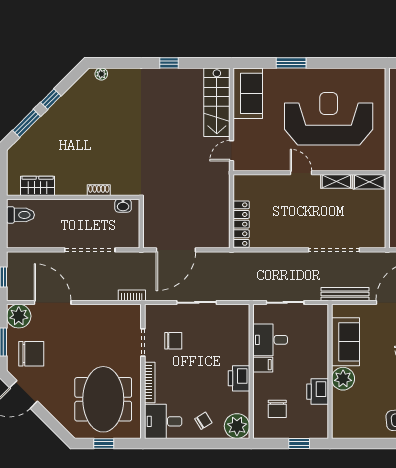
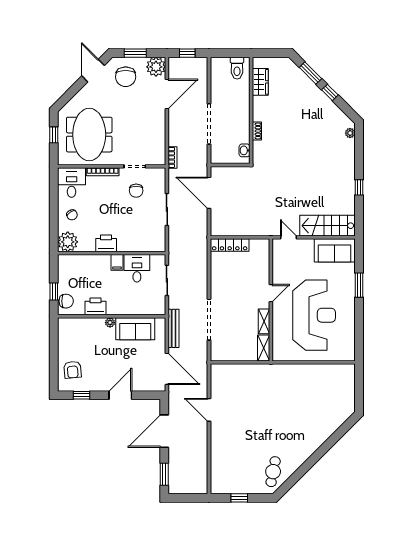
plant: (343, 379) -> (110, 323), width x0.53, depth x0.53
meeting table: (103, 399) -> (89, 135), turned 90
chair: (277, 409) -> (66, 301), moved, turned 180

